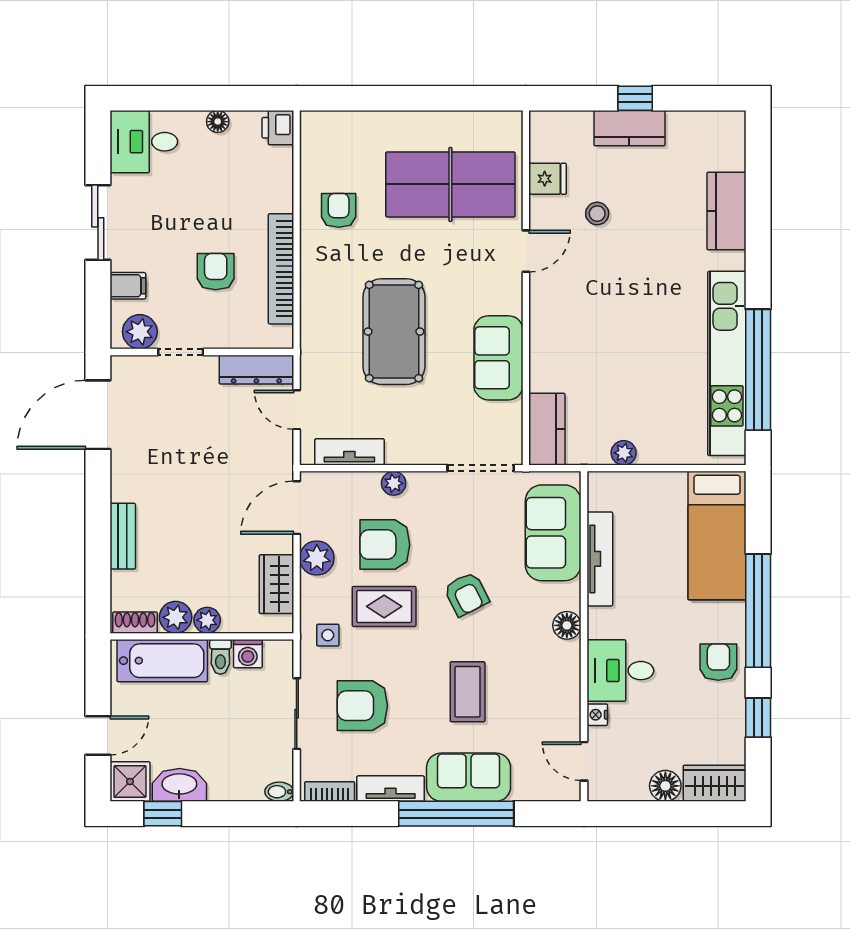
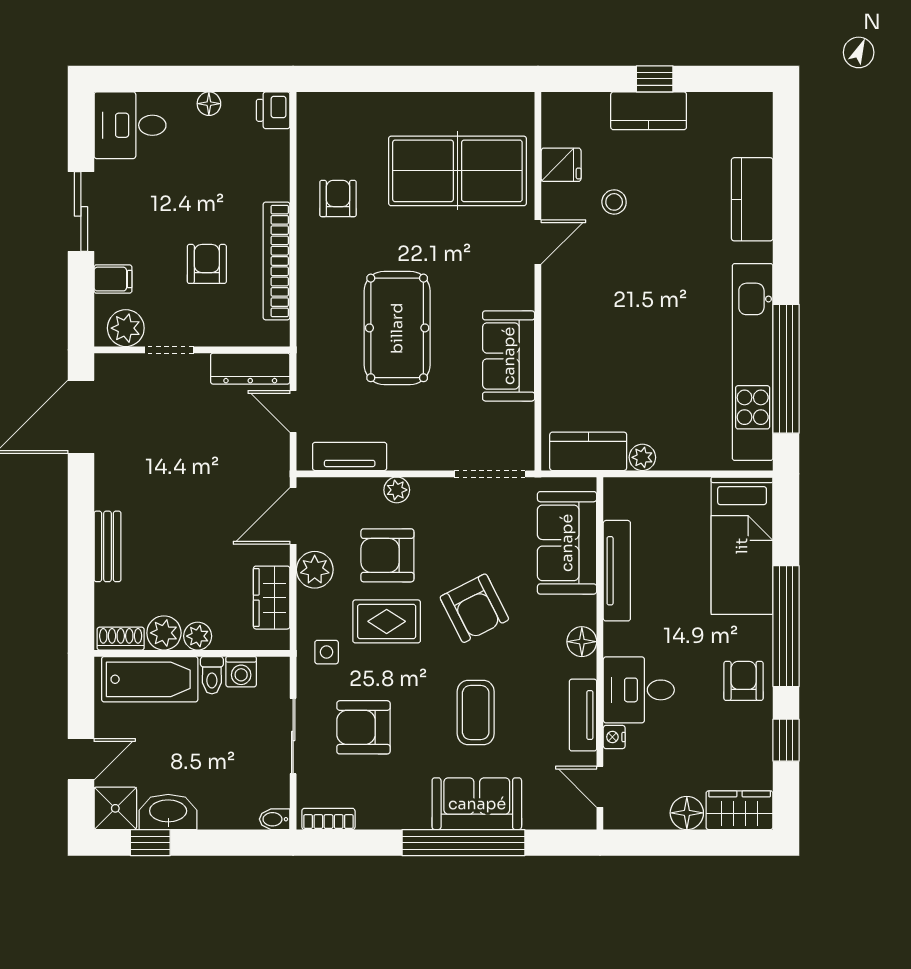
kitchen counter: (547, 429) -> (588, 451), moved, turned -90
armchair: (466, 594) -> (474, 608), width x1.38, depth x1.38
tv unit: (391, 789) -> (583, 715), moved, turned -90

